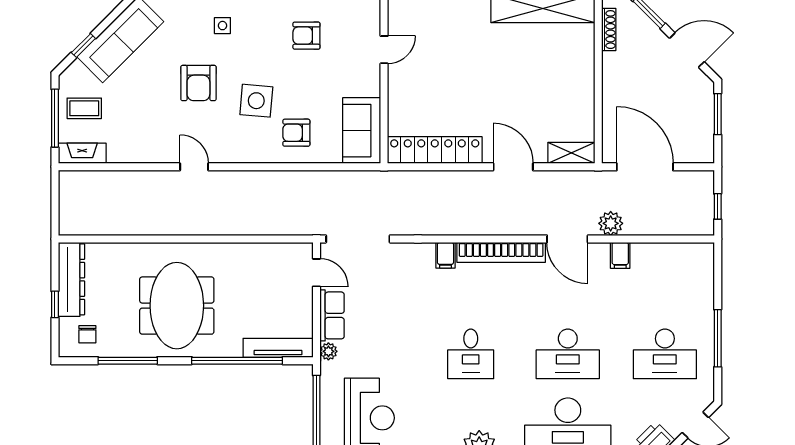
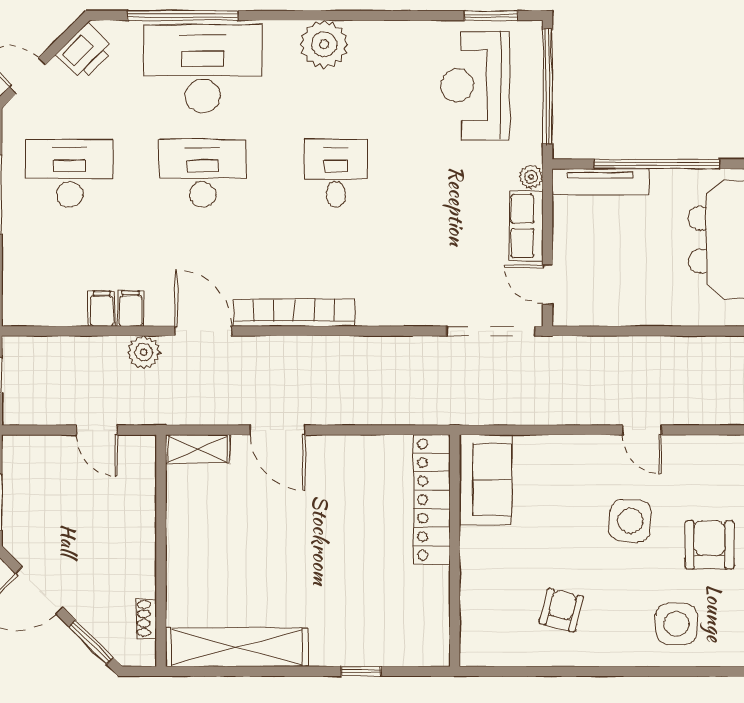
side table: (222, 26) -> (677, 624), width x1.87, depth x1.87
shoe rack: (609, 30) -> (146, 618), width x0.70
armchair: (306, 36) -> (561, 610), turned -76
door: (384, 50) -> (455, 591), removed
armchair: (296, 133) -> (575, 477), removed
locker: (435, 150) -> (432, 500), moved, turned 90
door: (194, 167) -> (642, 430), moved
door: (645, 167) -> (97, 430), width x0.53
filing cabinet: (445, 255) -> (102, 309), moved

